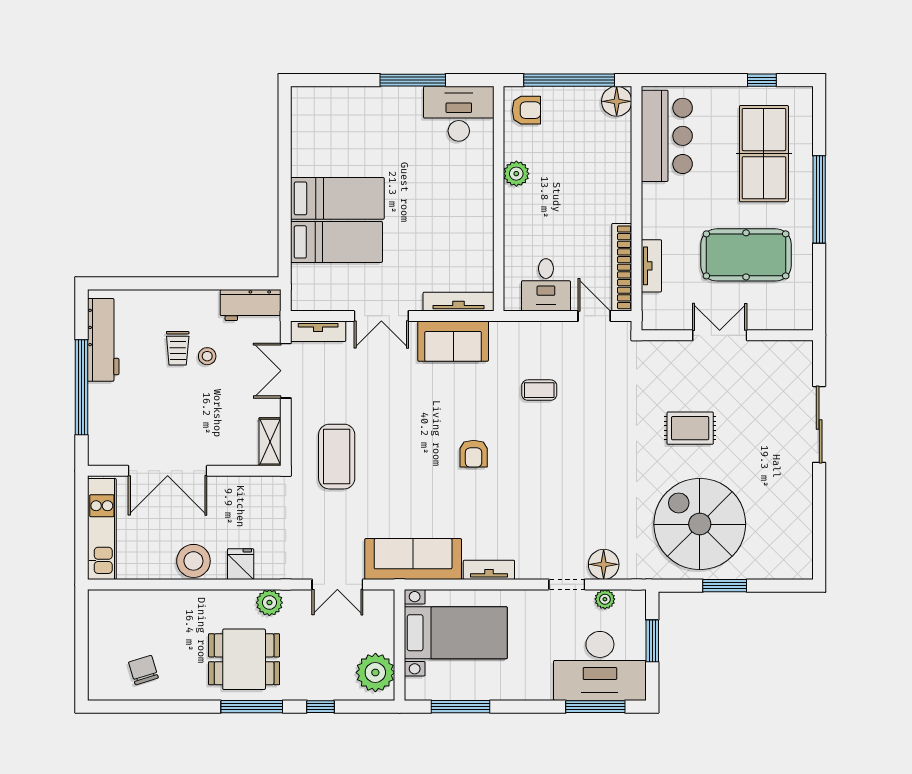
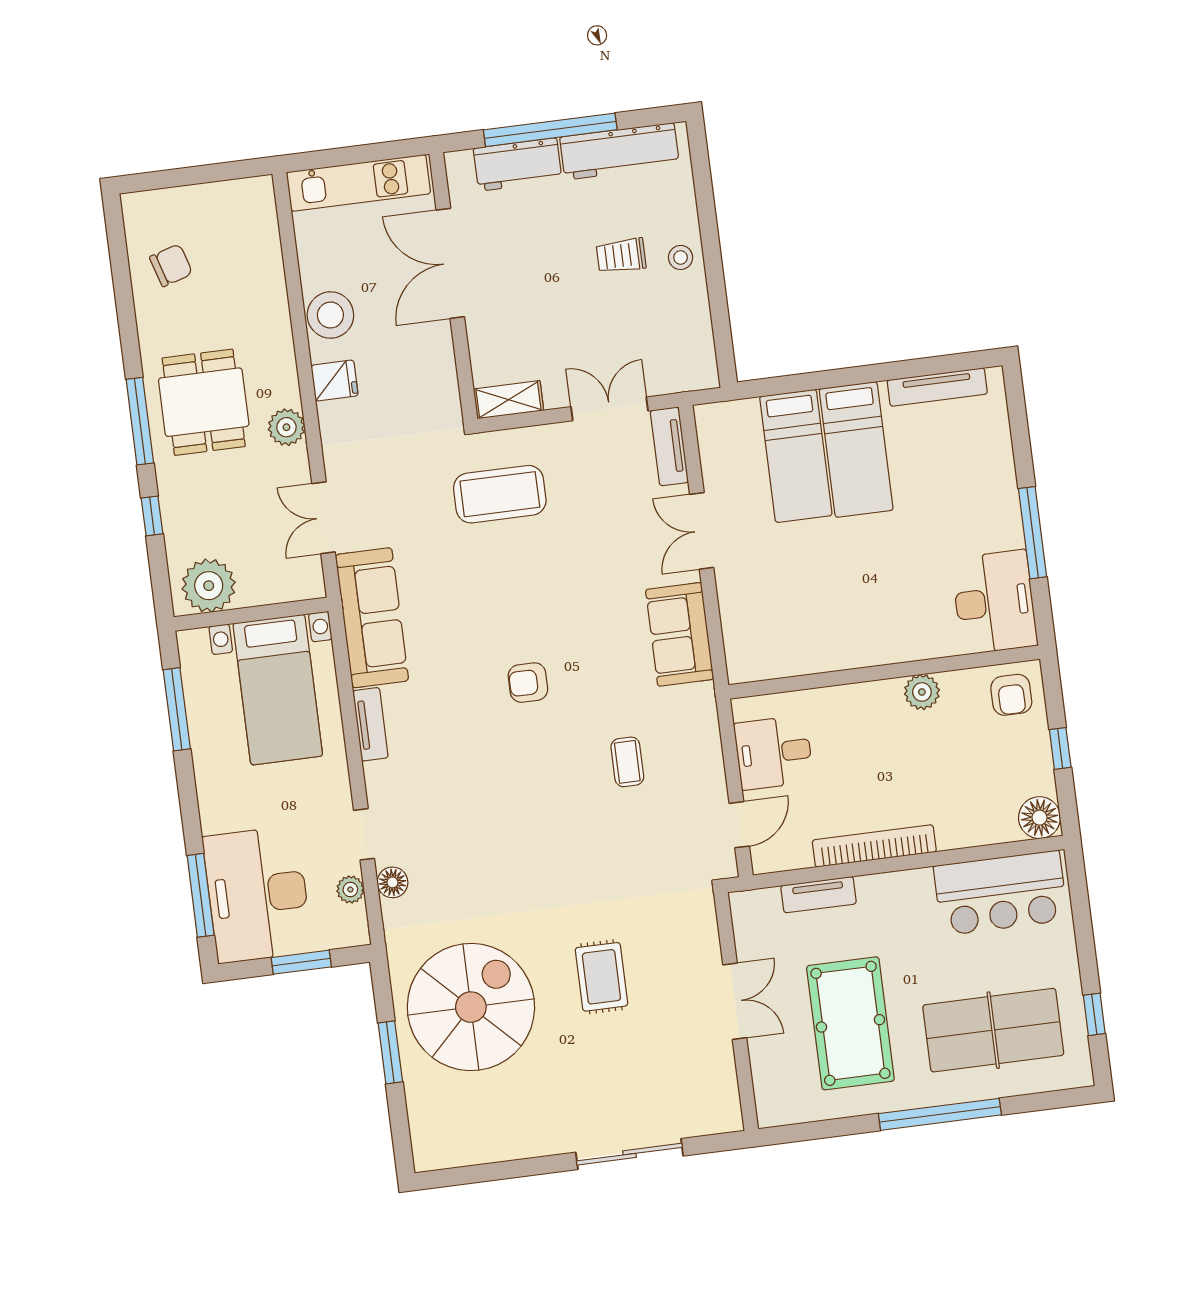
window: (569, 80) -> (1060, 748), width x0.32
bookcase: (622, 267) -> (874, 846), moved
tv unit: (459, 302) -> (937, 387), moved, turned 90
workbench: (251, 305) -> (518, 164), moved, turned -90
stool: (207, 356) -> (681, 257), moved
floor lamp: (604, 564) -> (392, 882), width x0.73, depth x0.73

